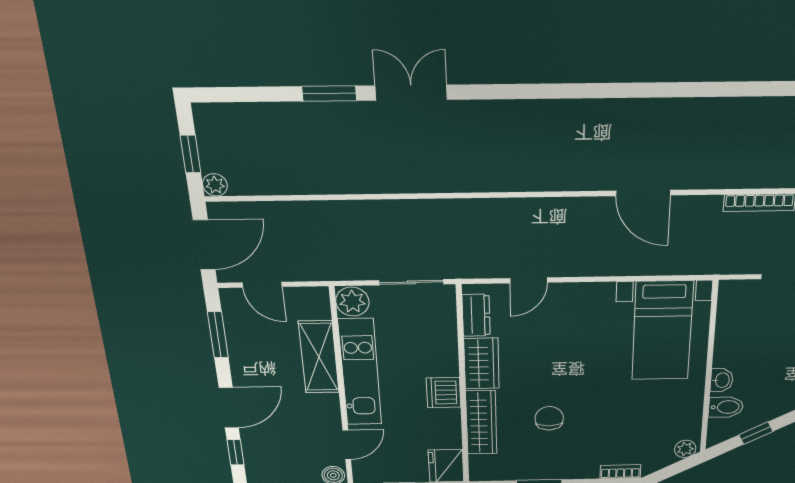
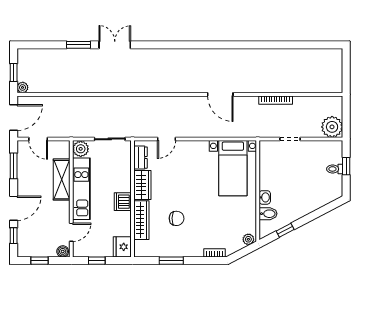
chair: (549, 418) -> (177, 218), turned 92

